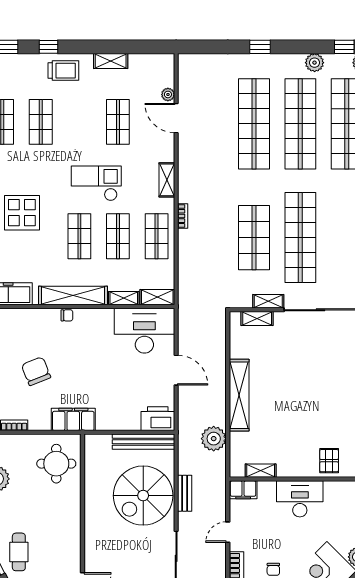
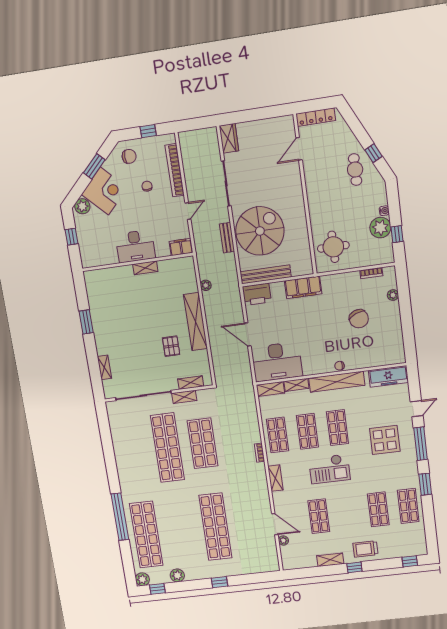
window: (48, 47) -> (354, 567), moved
shop shelf: (300, 124) -> (181, 531), removed
filing cabinet: (73, 419) -> (303, 287), moved
plant: (214, 439) -> (206, 285), width x0.53, depth x0.53
pallet: (329, 461) -> (171, 346), moved
shelving: (261, 471) -> (145, 268), moved

